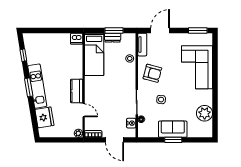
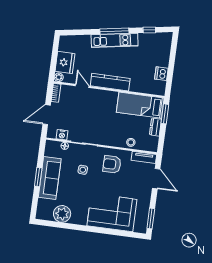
window: (114, 30) -> (165, 114), moved
dishwasher: (77, 39) -> (161, 74), moved
armchair: (152, 73) -> (112, 164), turned 75
window: (29, 87) -> (114, 31), width x1.44
kitchen counter: (77, 91) -> (110, 82), width x1.50
door: (84, 110) -> (82, 86), swing flipped
fridge: (44, 117) -> (65, 63), moved, turned -81
sofa: (173, 129) -> (50, 178), width x1.36

